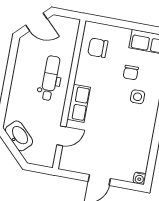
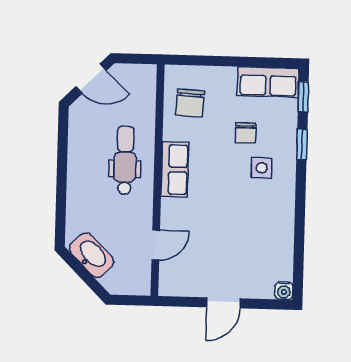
chair: (98, 48) -> (190, 103), turned -87
row of seats: (79, 103) -> (175, 169), moved

